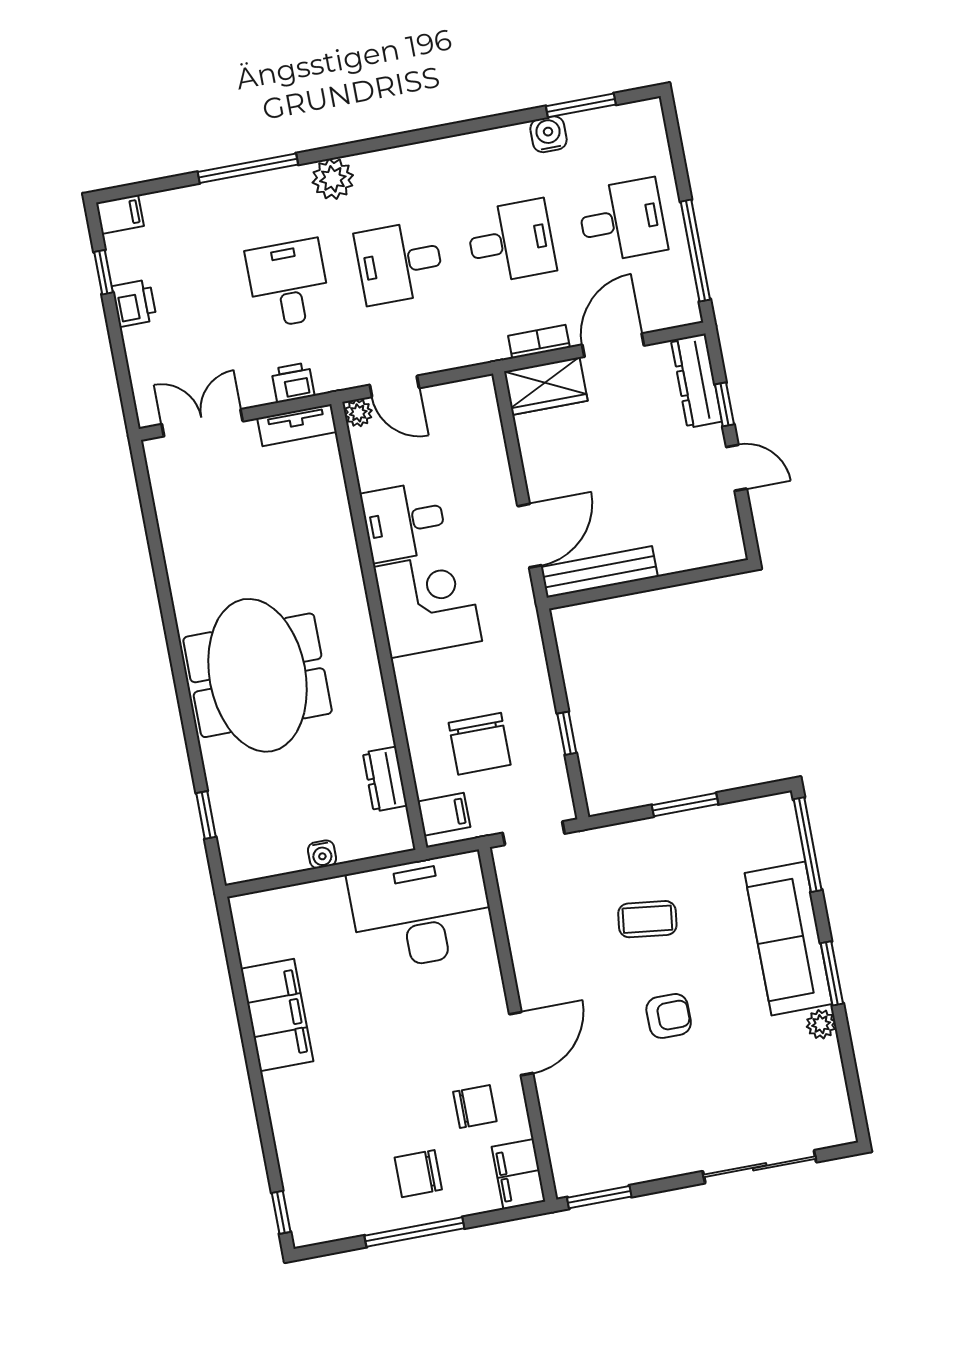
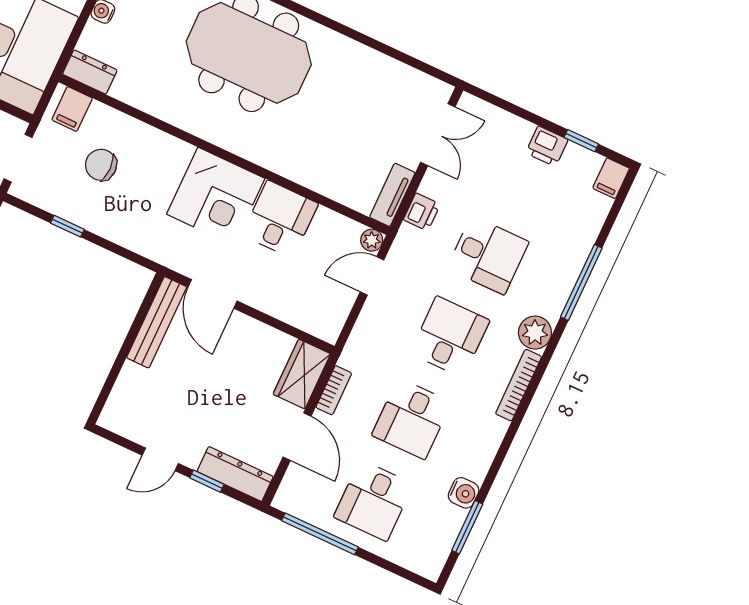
bookcase: (398, 157) -> (519, 385), added
chair: (480, 744) -> (101, 165), width x0.73, depth x0.73
dresser: (385, 779) -> (90, 72), moved

